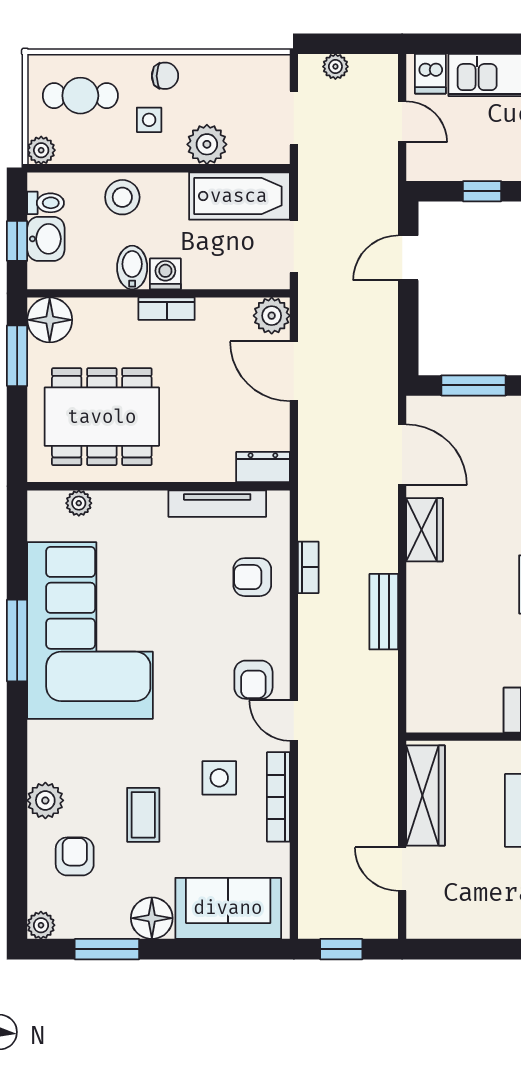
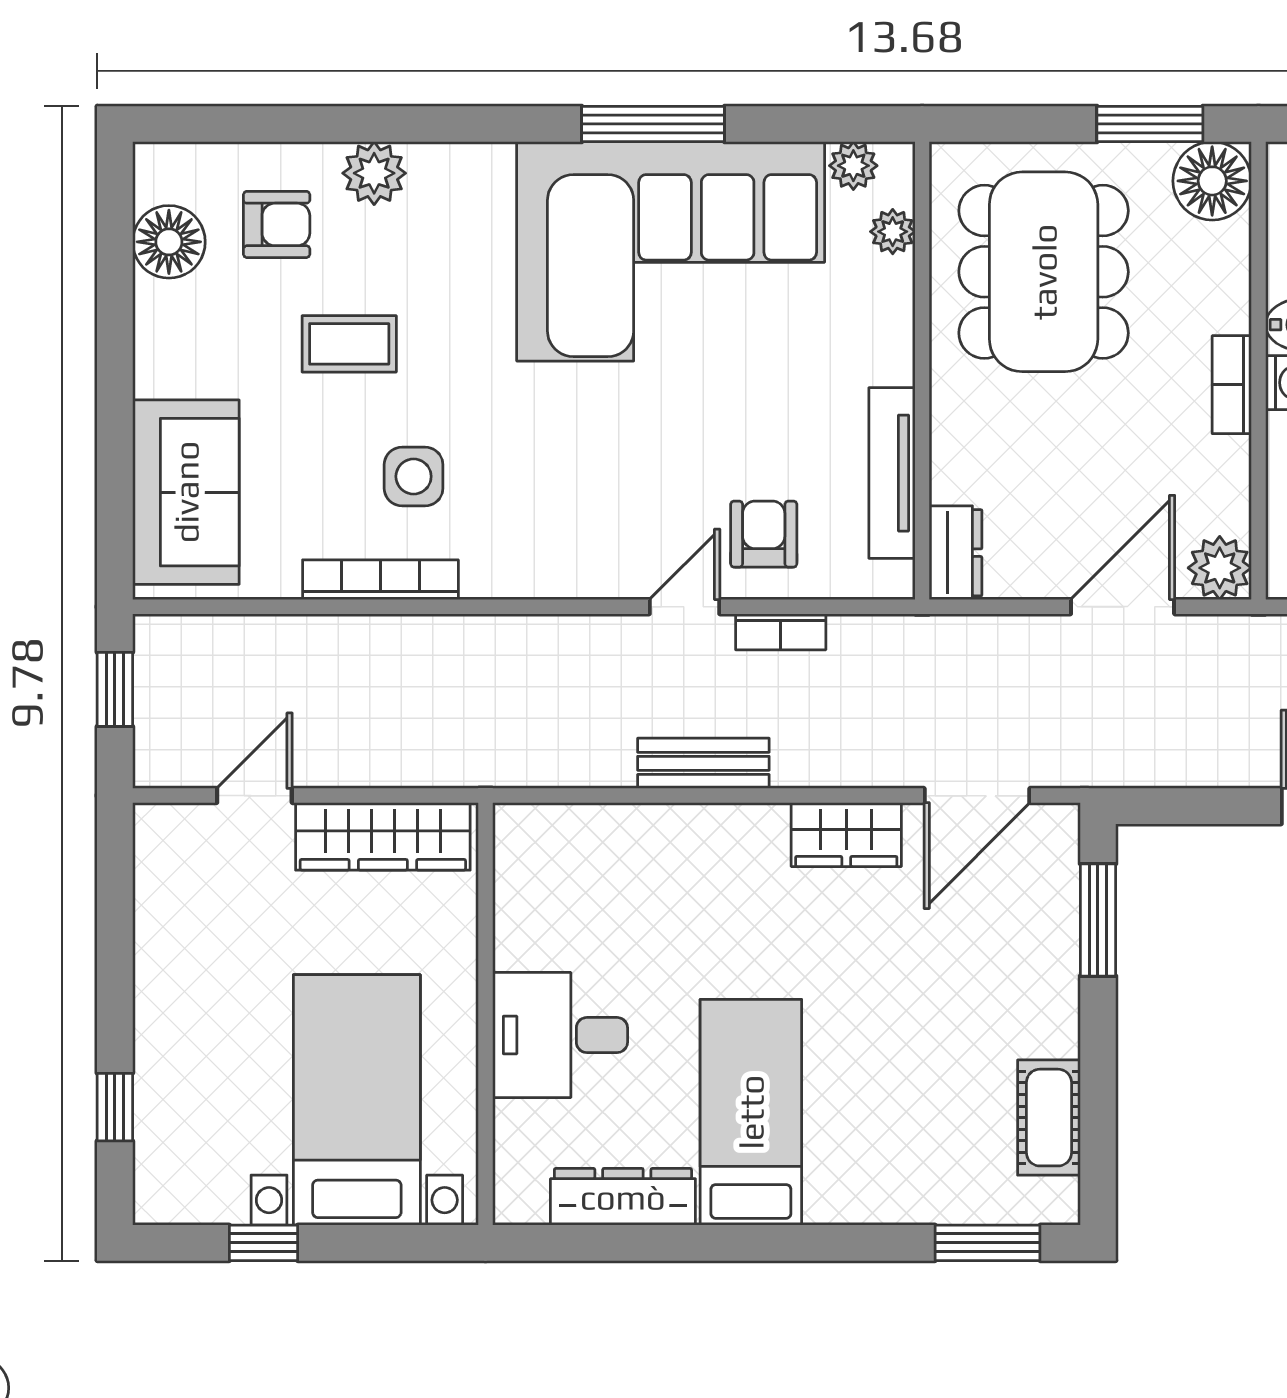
armchair: (253, 680) -> (585, 536), removed
door: (294, 721) -> (685, 607), moved
floor lamp: (152, 918) -> (169, 242), moved
plant: (41, 925) -> (853, 166), moved
window: (107, 949) -> (115, 281), removed

